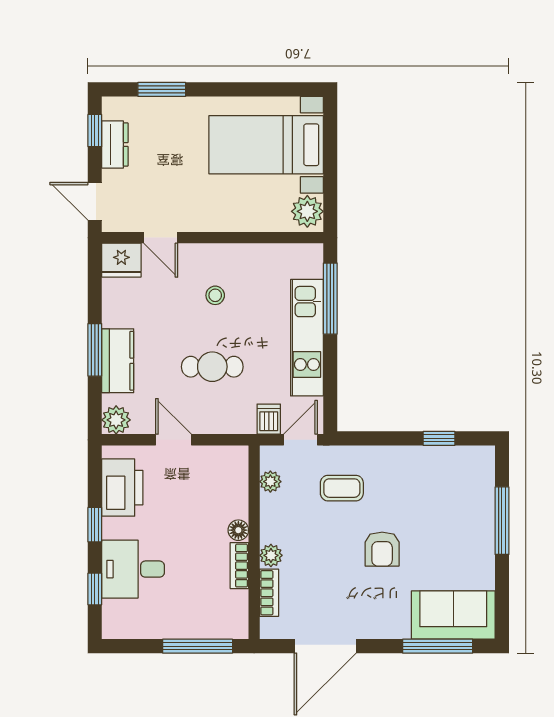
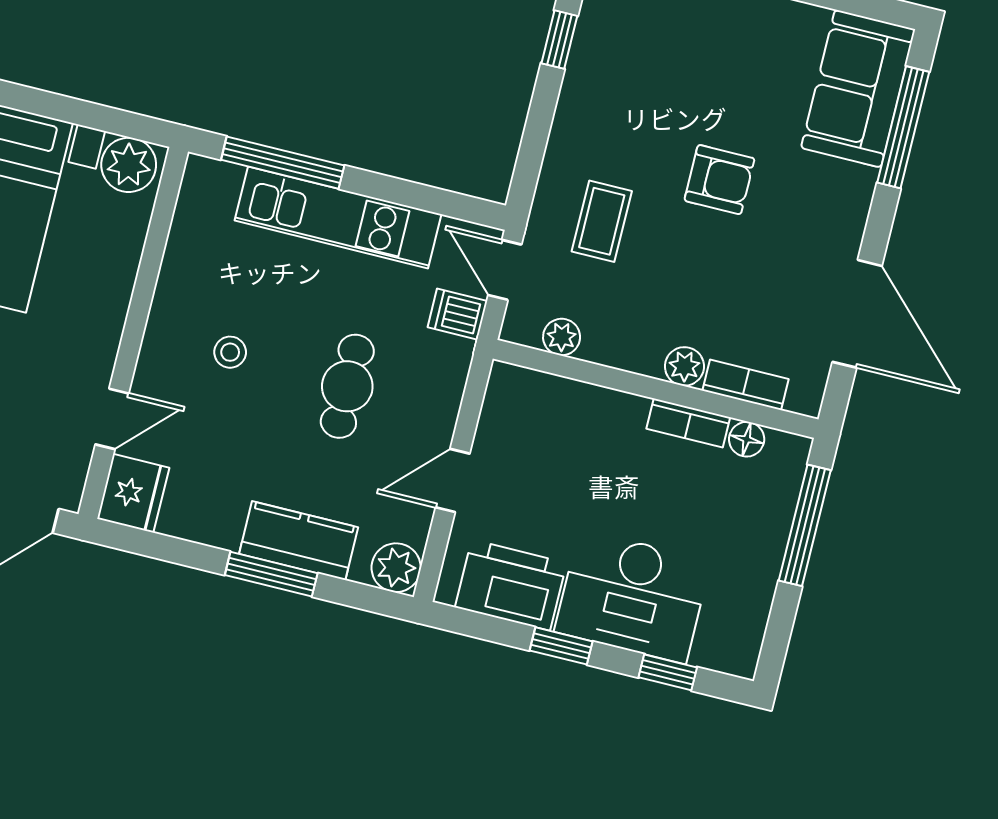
floor lamp: (238, 530) -> (747, 439), moved
desk: (133, 569) -> (633, 596), width x1.37

